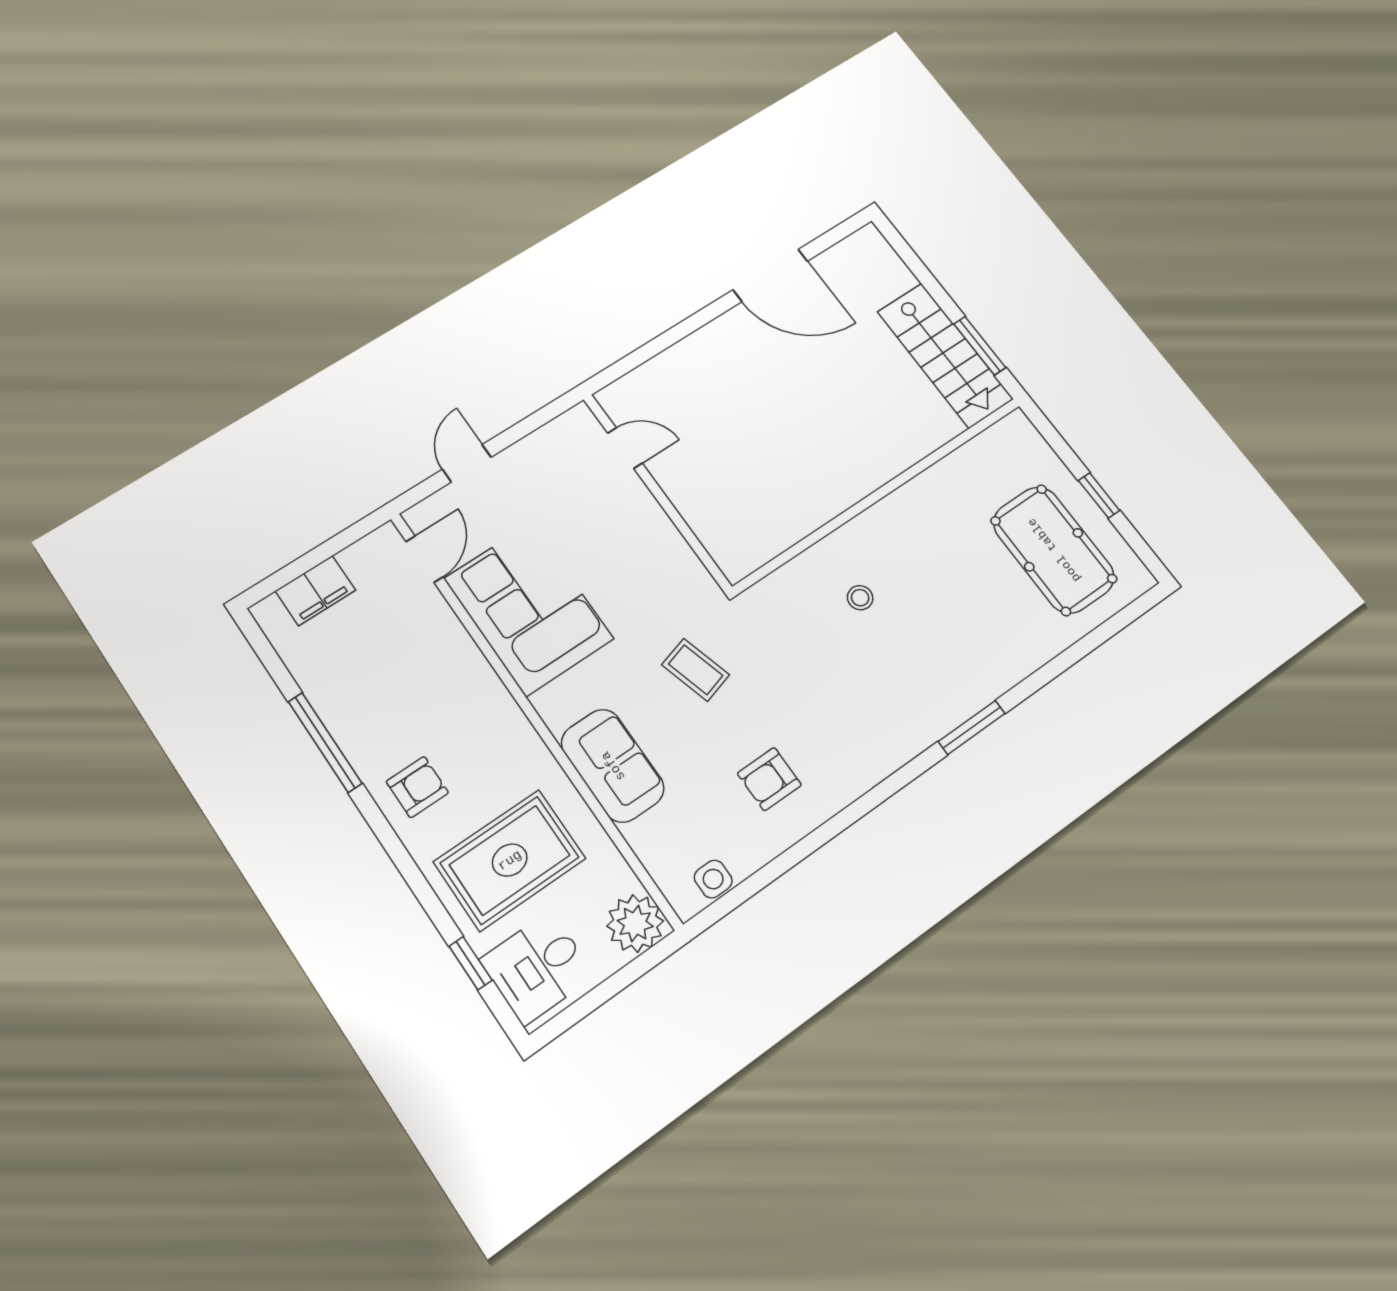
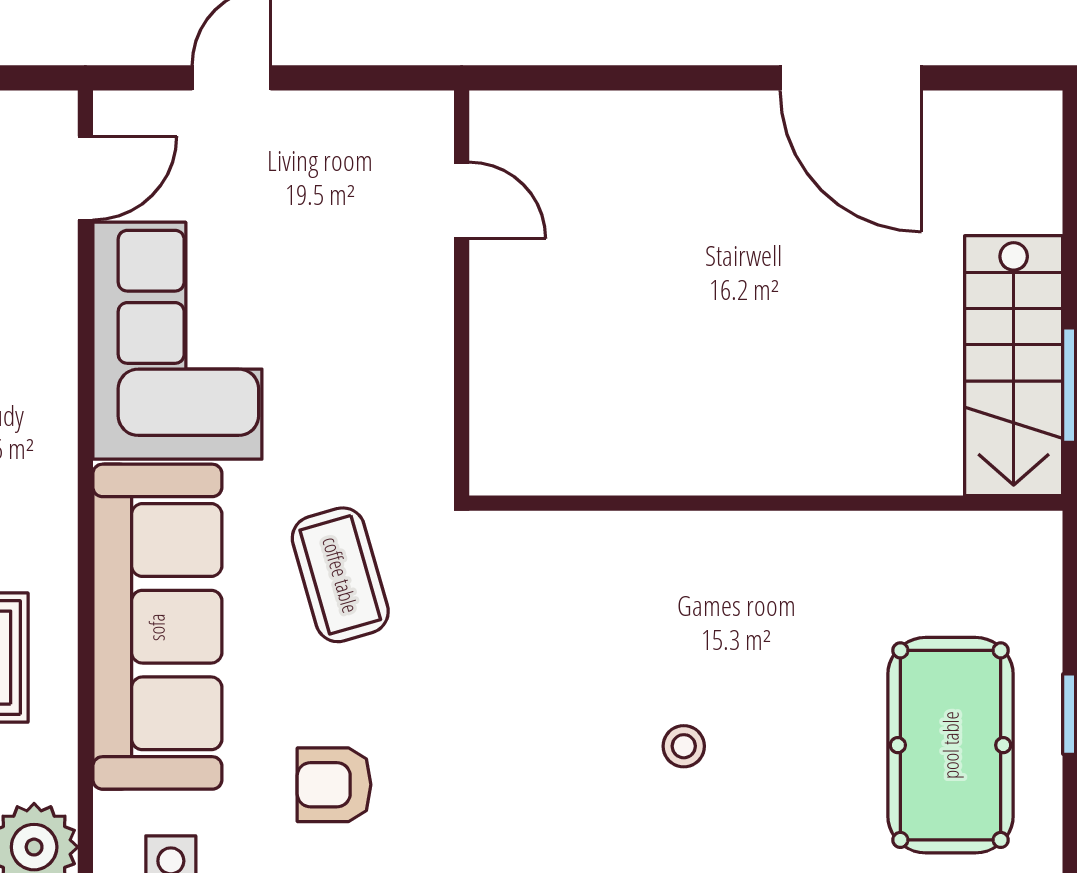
stool: (860, 598) -> (684, 746), moved
coffee table: (696, 670) -> (340, 575), width x1.36, depth x1.30
sofa: (613, 766) -> (157, 627), width x1.85, depth x1.27

